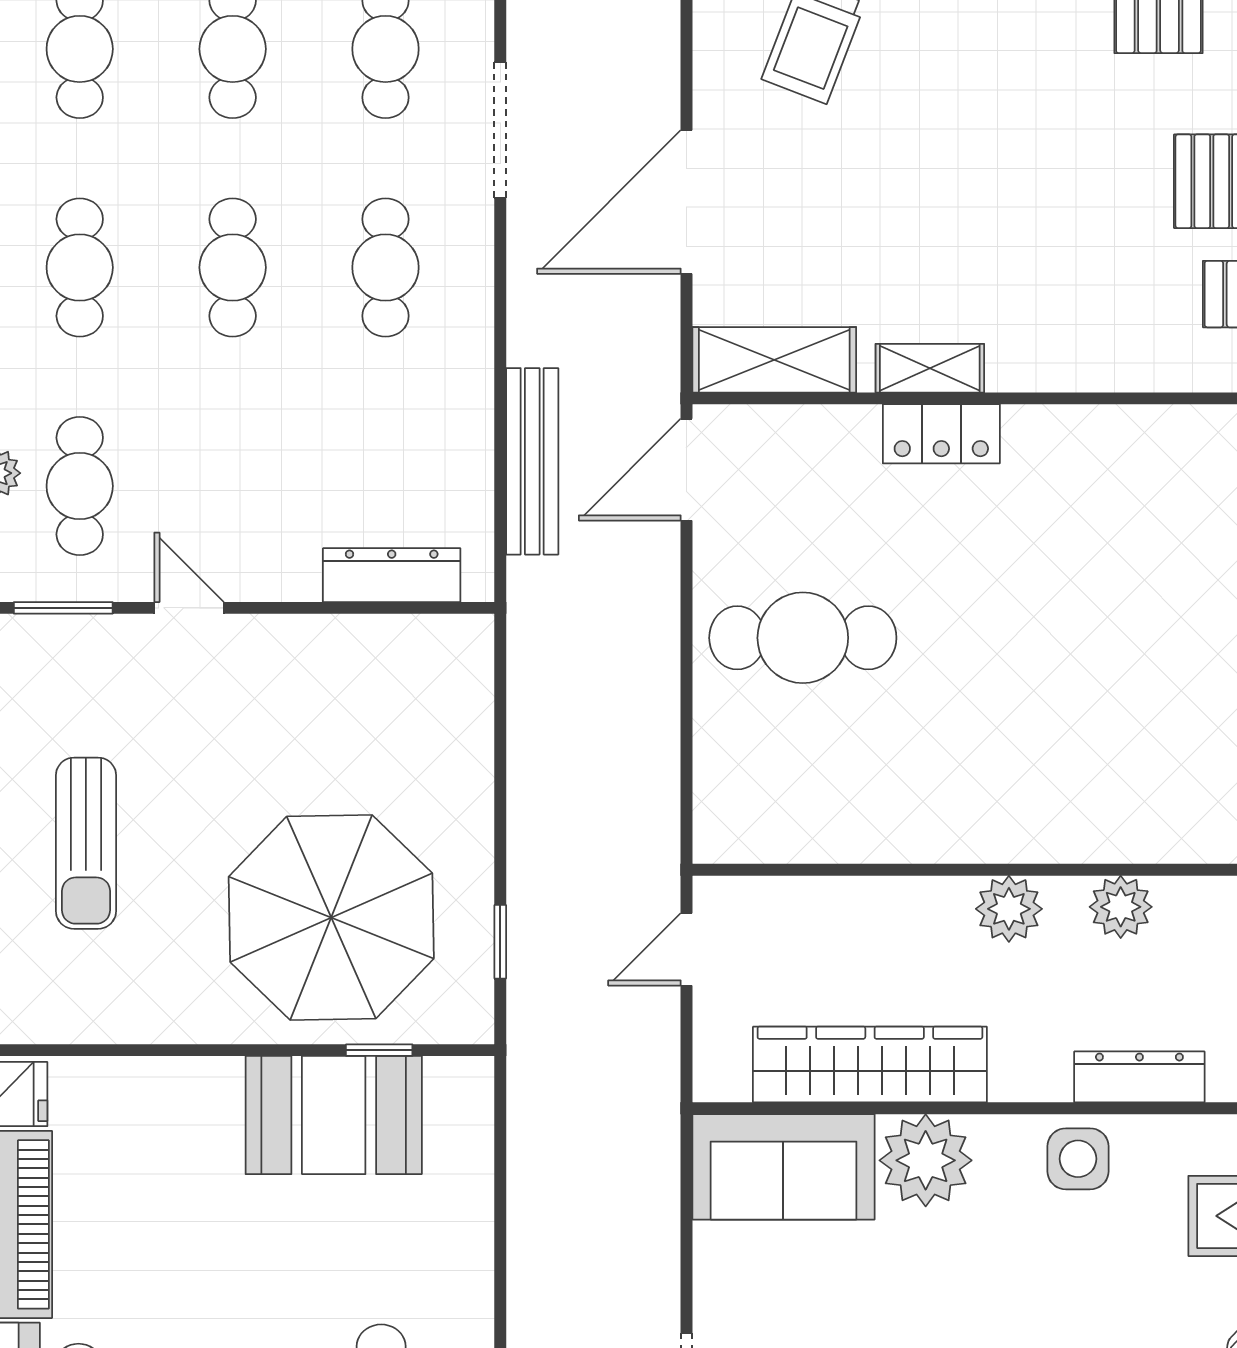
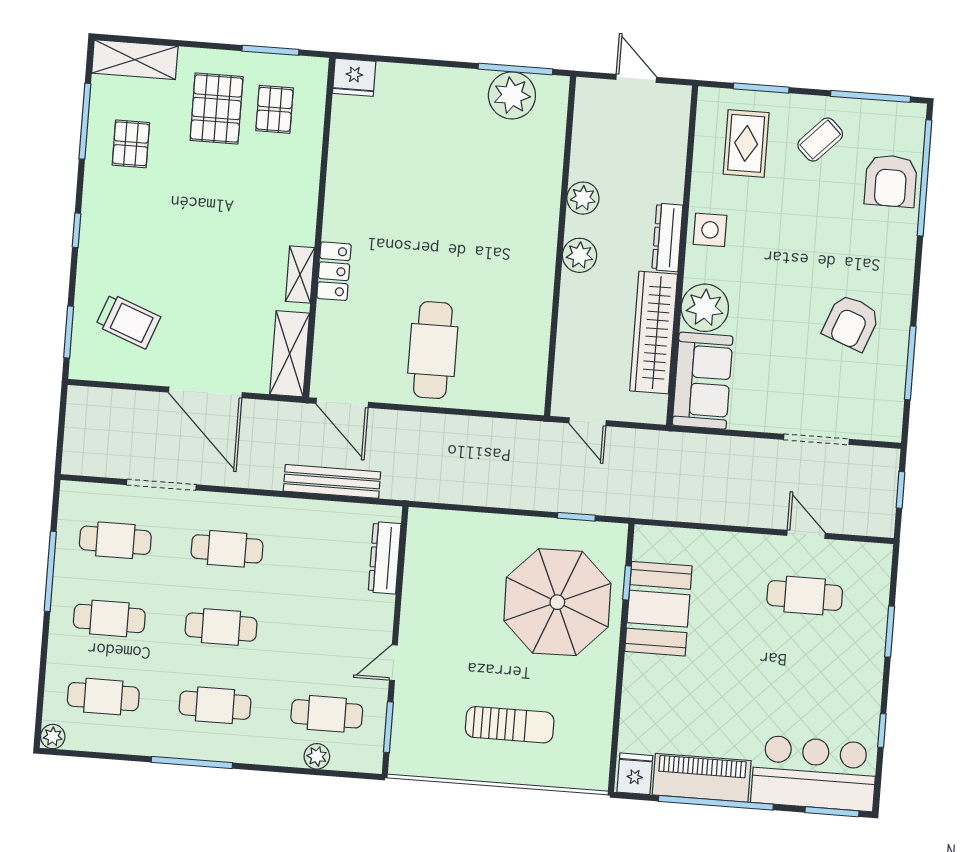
dresser: (1139, 1077) -> (667, 237), moved

